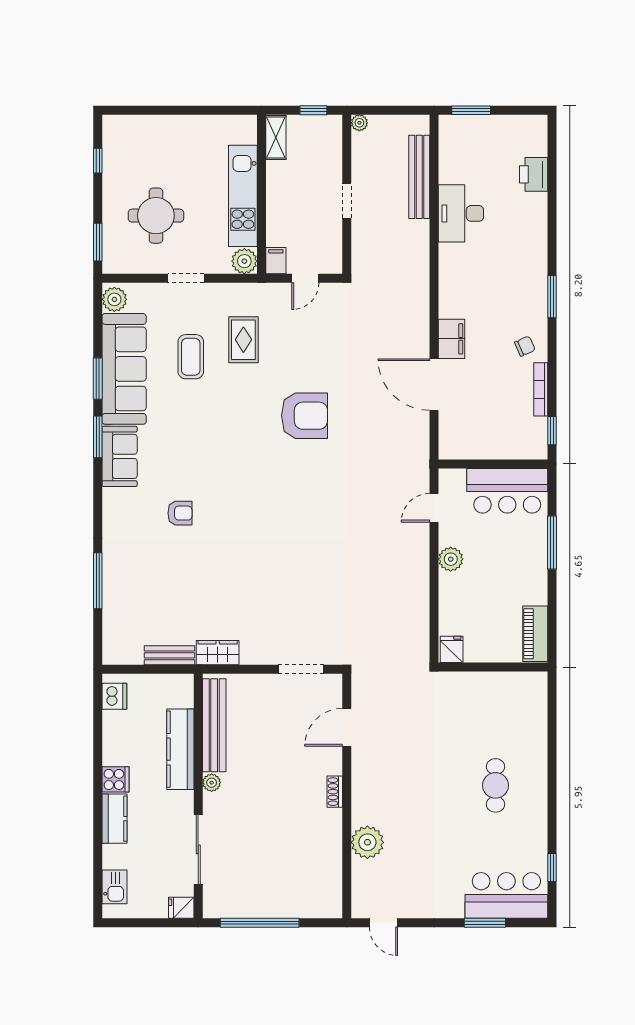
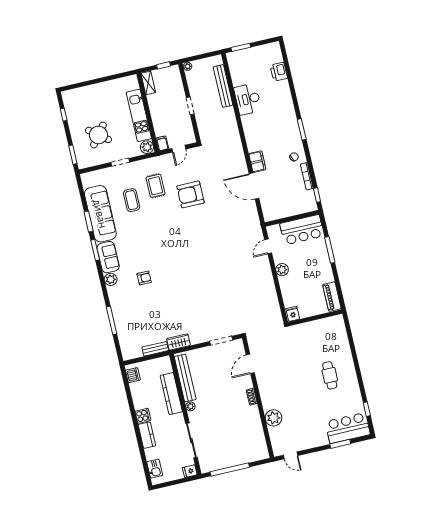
round table: (156, 216) -> (98, 135), turned 38
plant: (114, 299) -> (111, 279), moved
armchair: (305, 416) -> (190, 194), moved, turned 180

